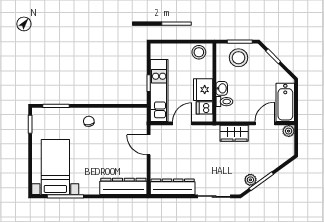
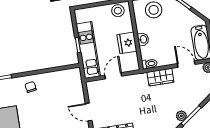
toilet: (224, 102) -> (149, 64), moved
dishwasher: (205, 108) -> (131, 59), removed
door: (265, 123) -> (186, 64), hinge flipped
door: (149, 145) -> (89, 112), moved

